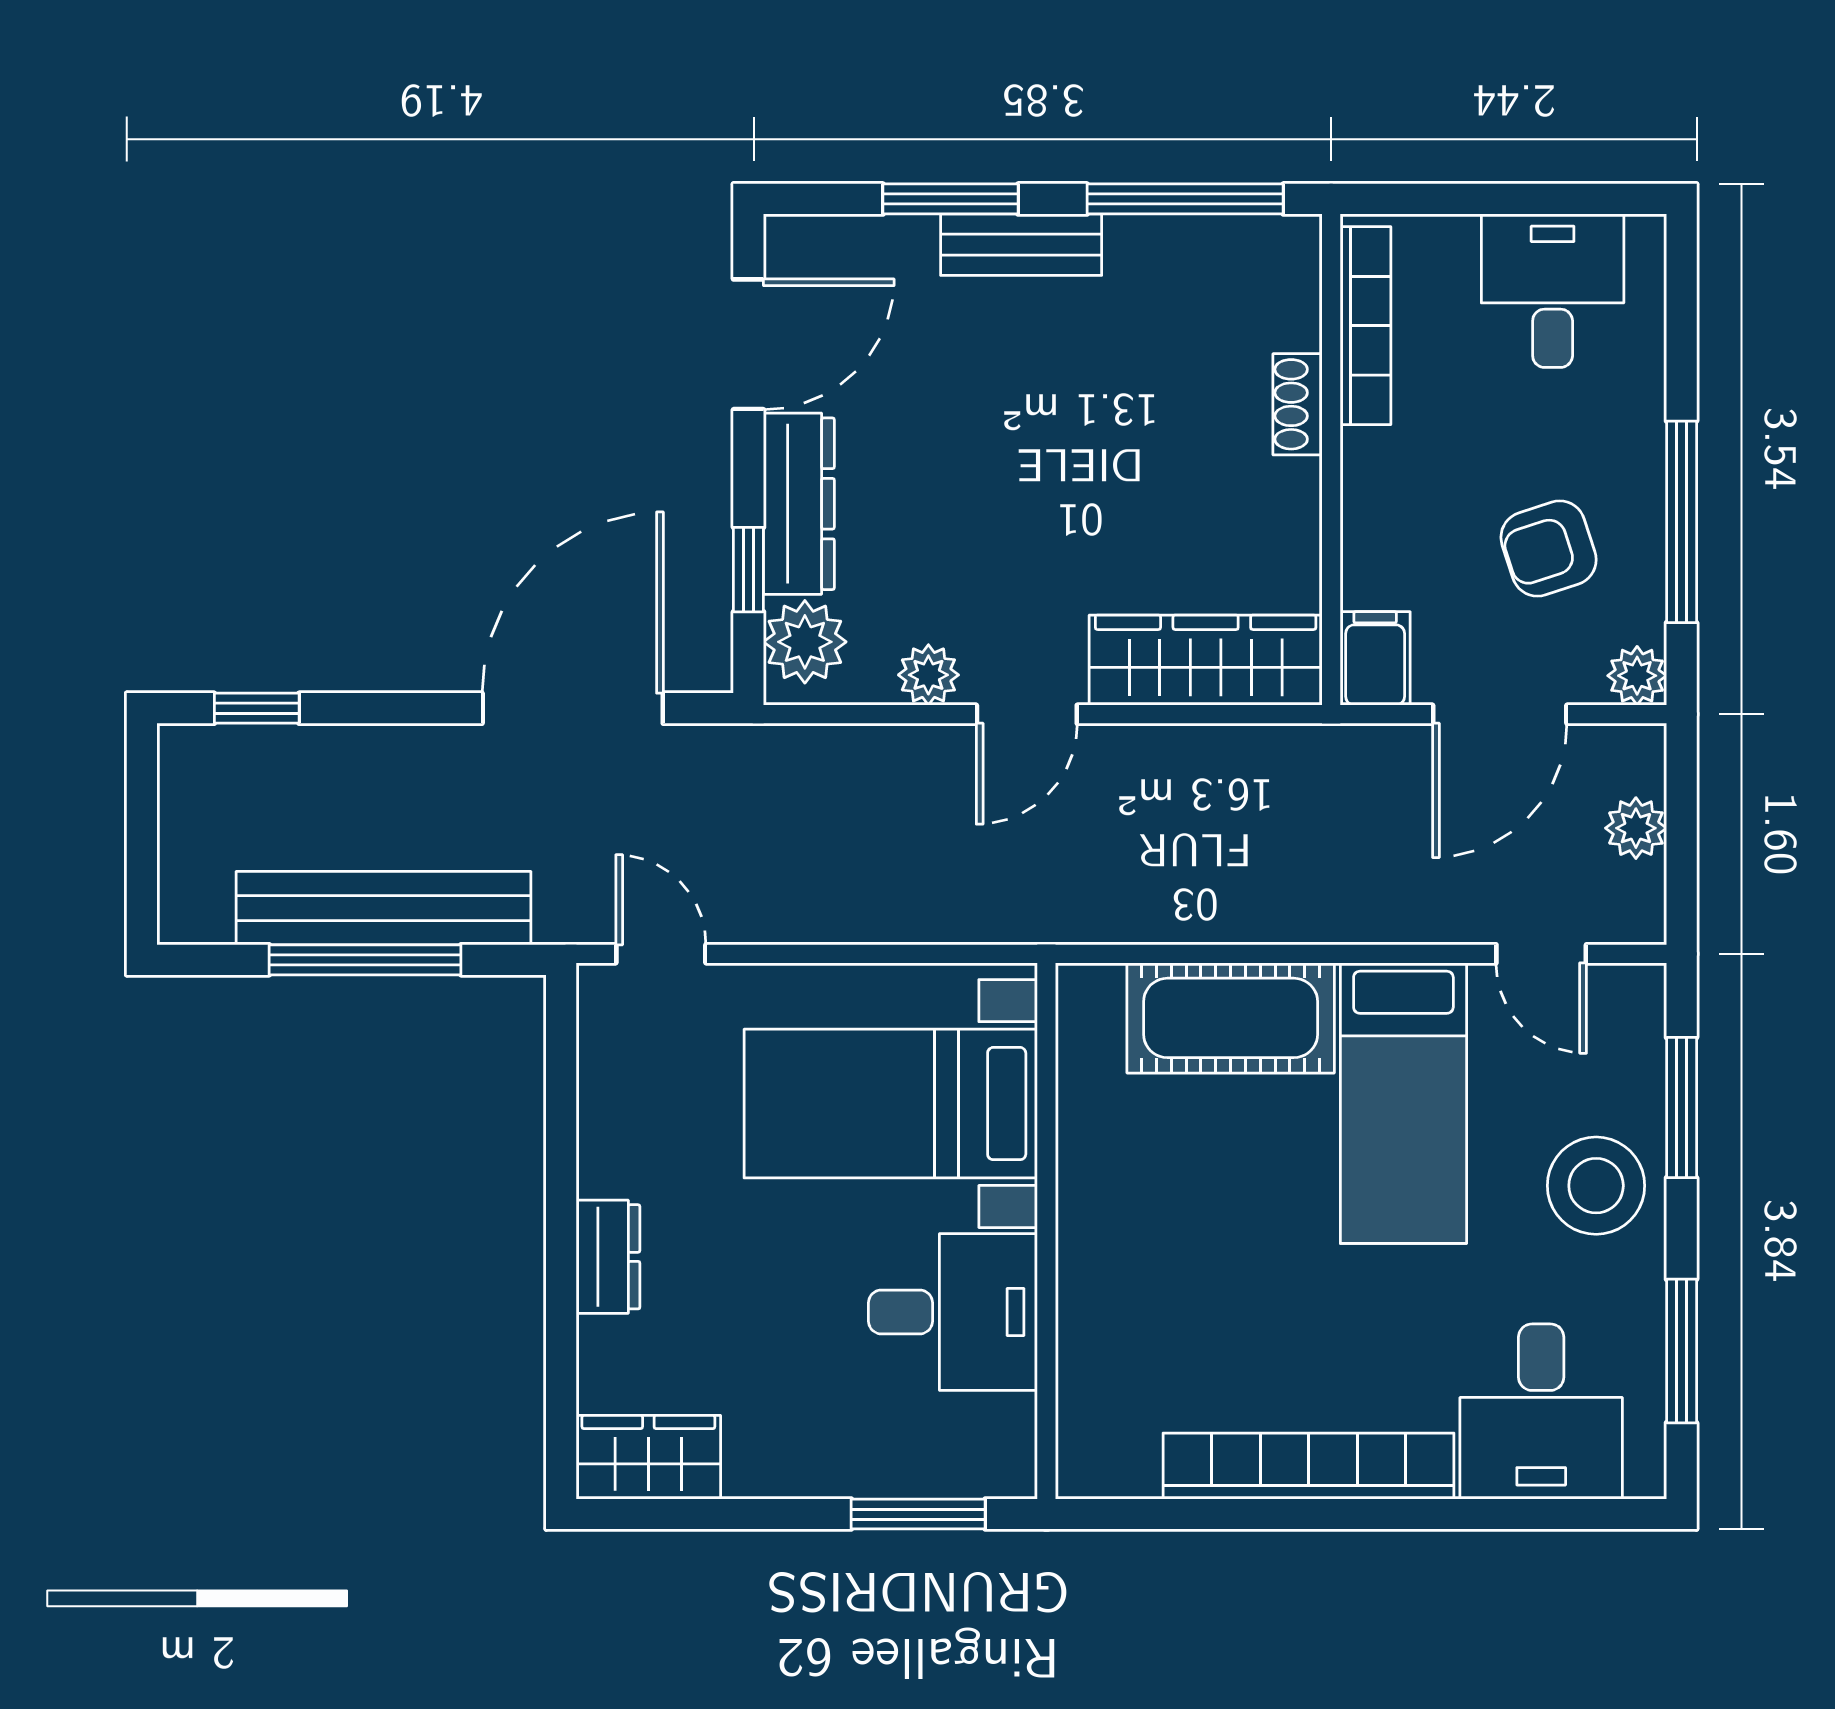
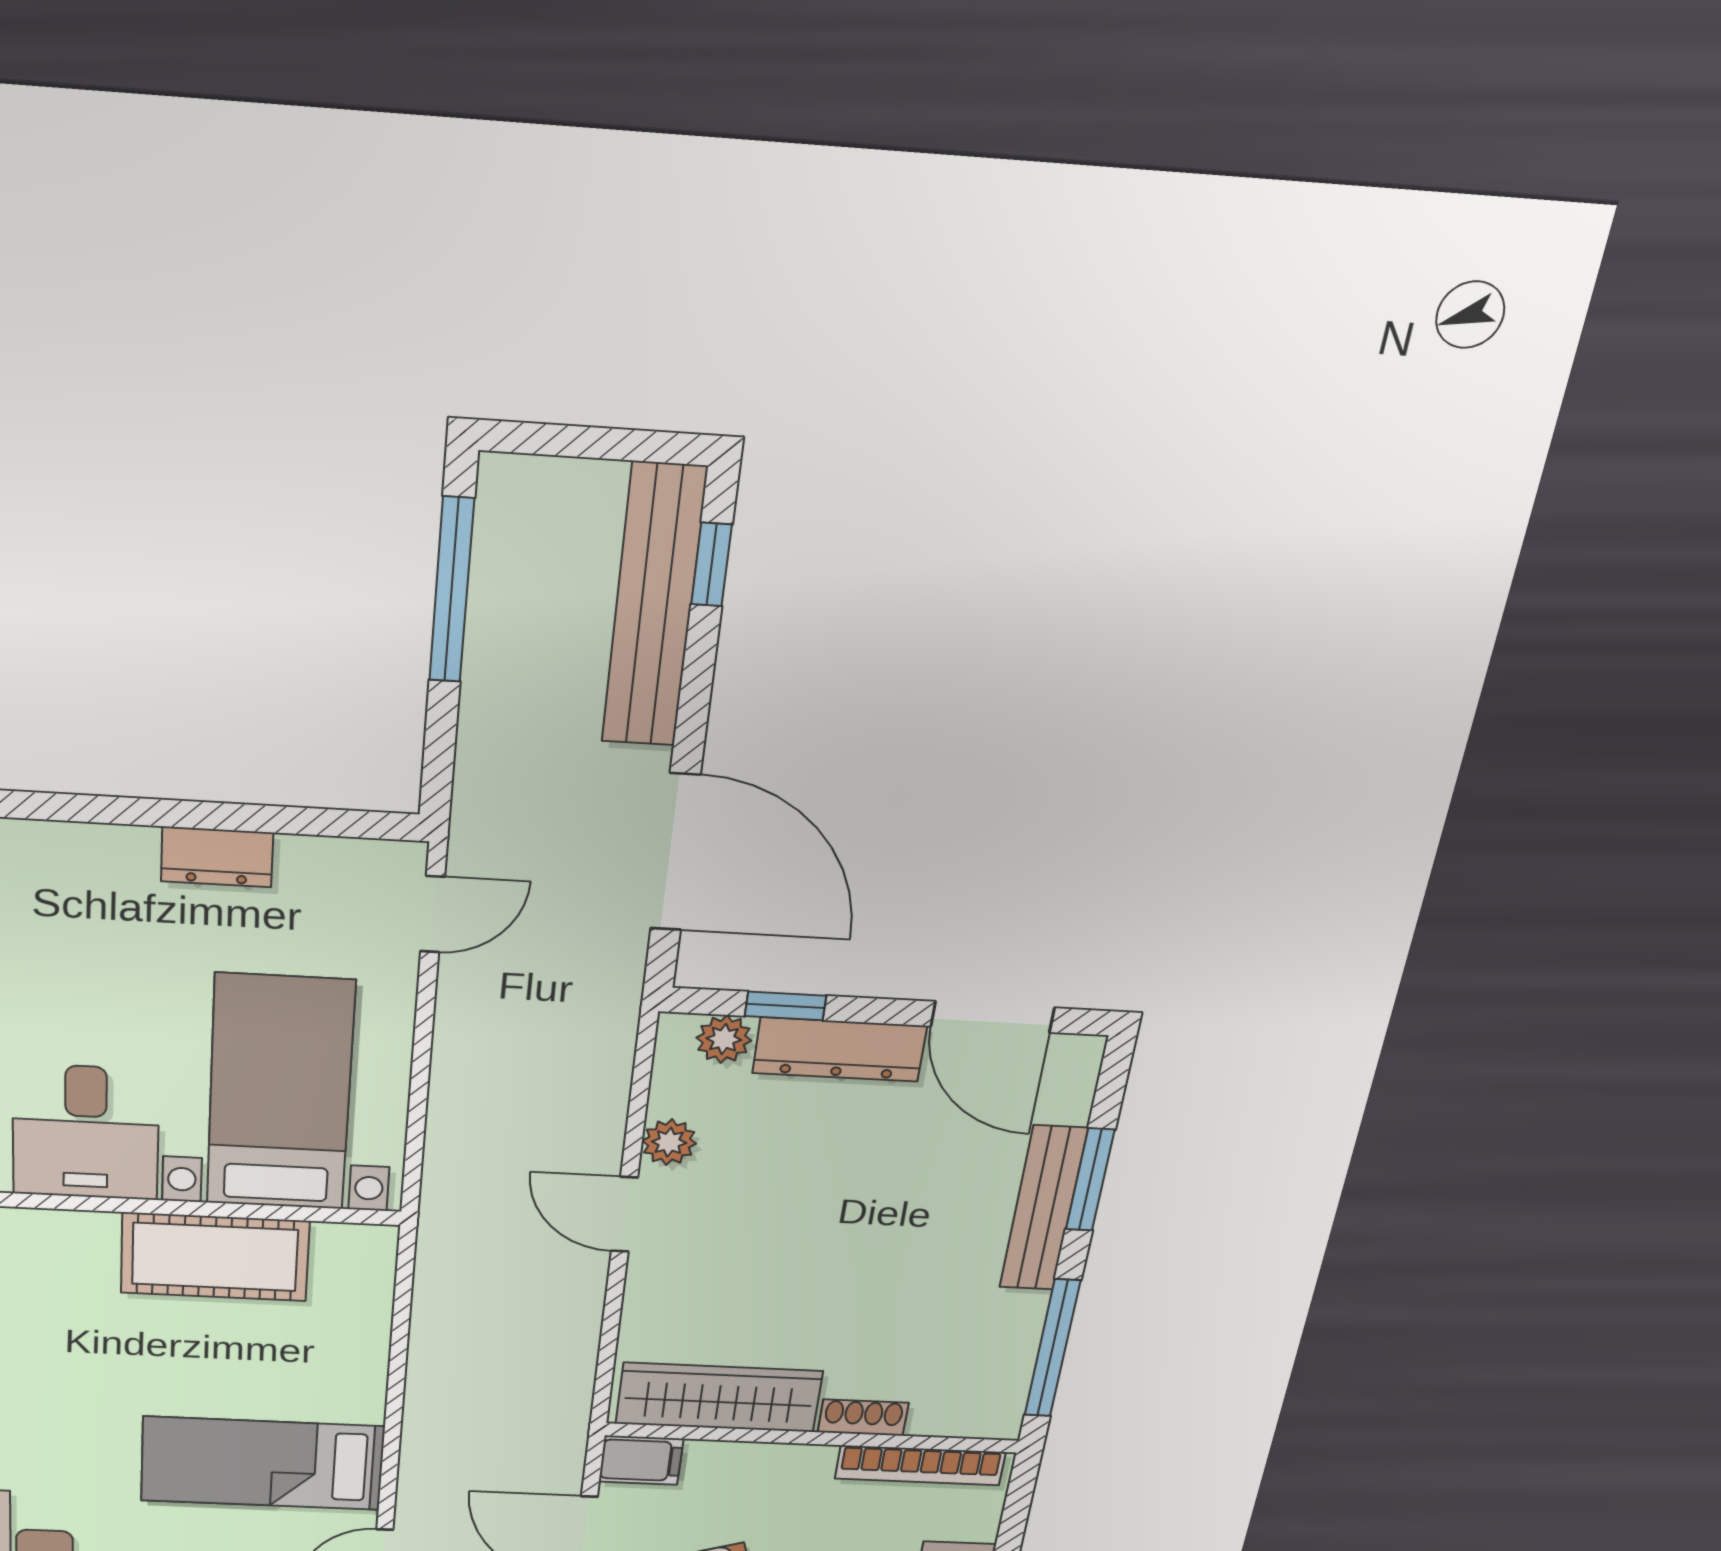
bench: (1021, 245) -> (1043, 1208), width x1.36
plant: (805, 642) -> (724, 1039), width x0.73, depth x0.73
wardrobe: (1206, 660) -> (719, 1397), moved, turned -90
bench: (383, 908) -> (654, 607), moved
window: (365, 960) -> (452, 590), moved
cot: (1231, 1018) -> (215, 1257), moved, turned 90
dresser: (608, 1257) -> (217, 857), moved

